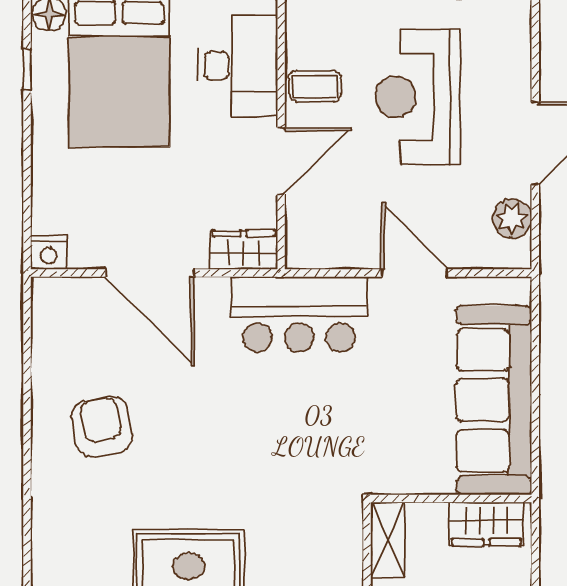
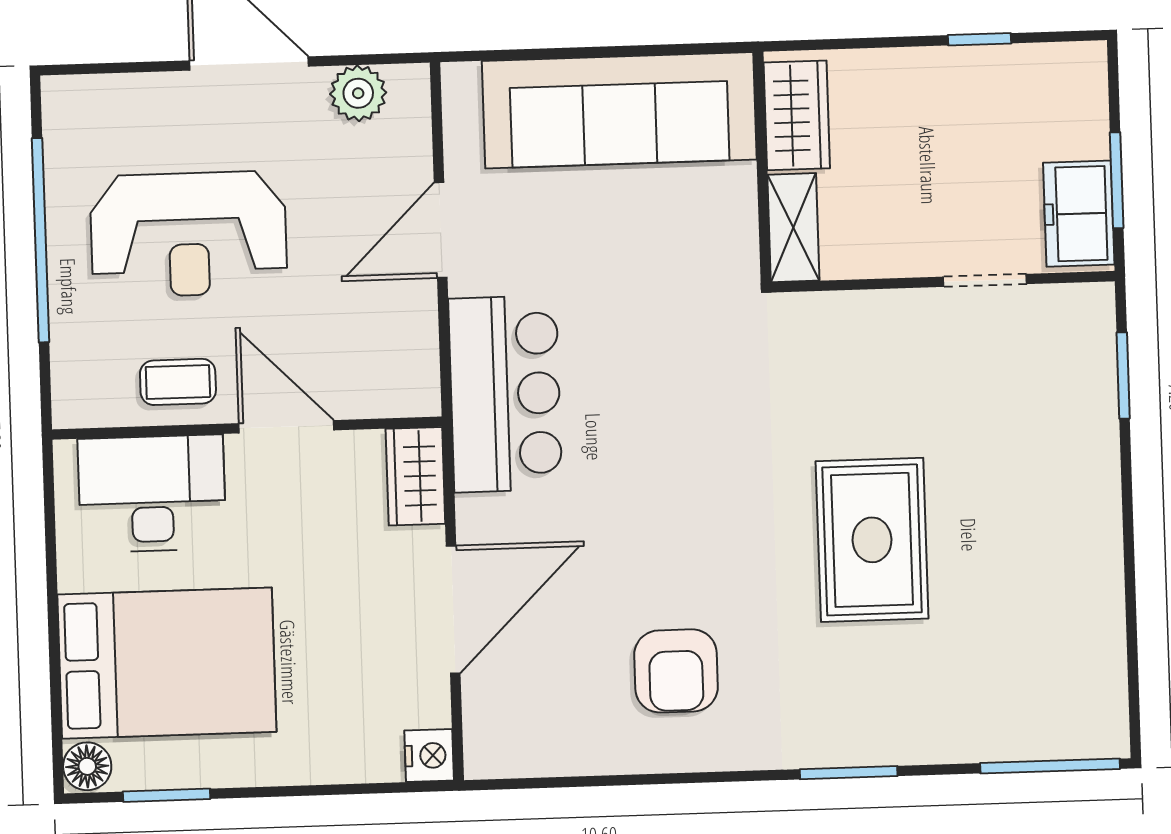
window: (27, 69) -> (167, 795), width x1.50
coffee table: (315, 86) -> (178, 382), turned 90
armchair: (102, 427) -> (676, 671), turned -80
shelving: (388, 540) -> (793, 228), moved, turned 90
window: (27, 545) -> (849, 773), added

